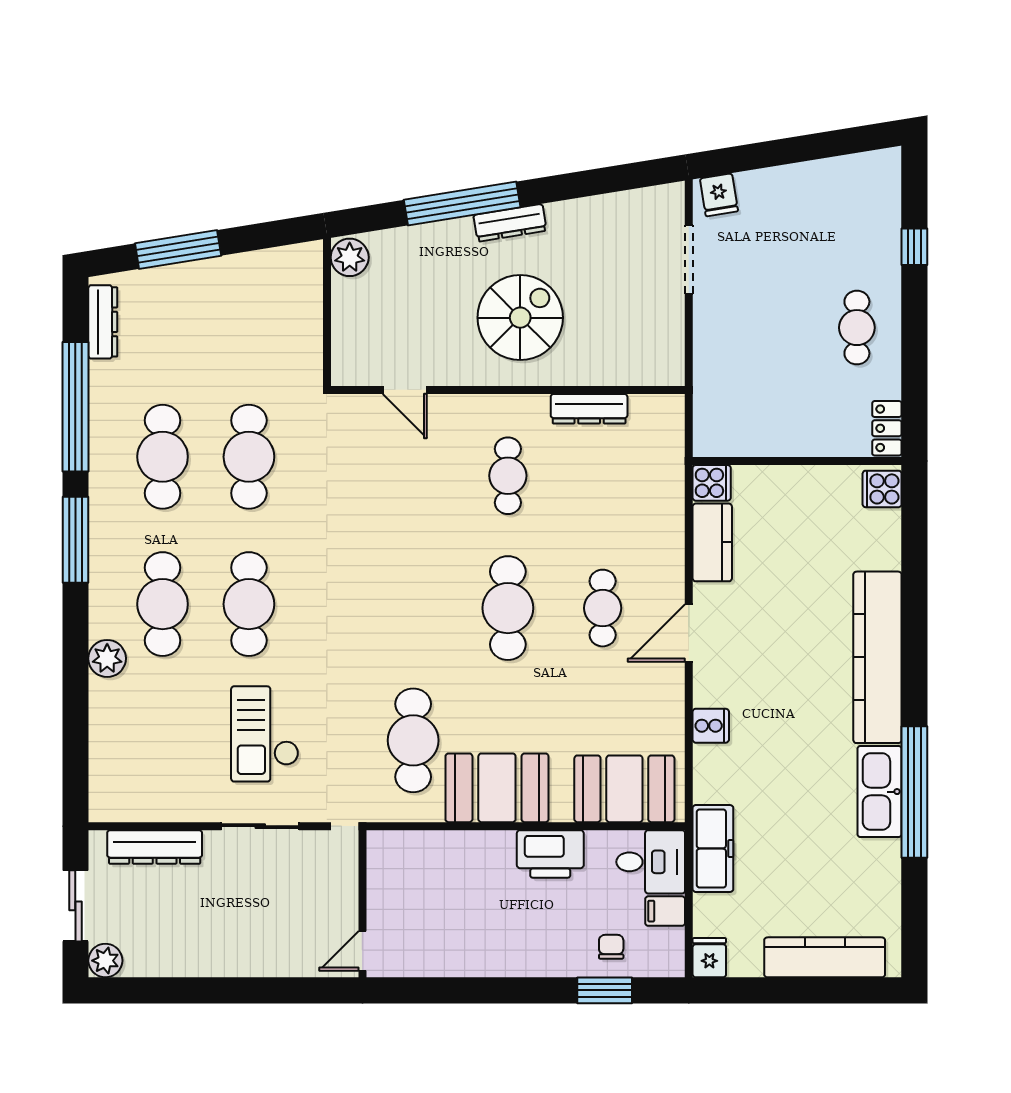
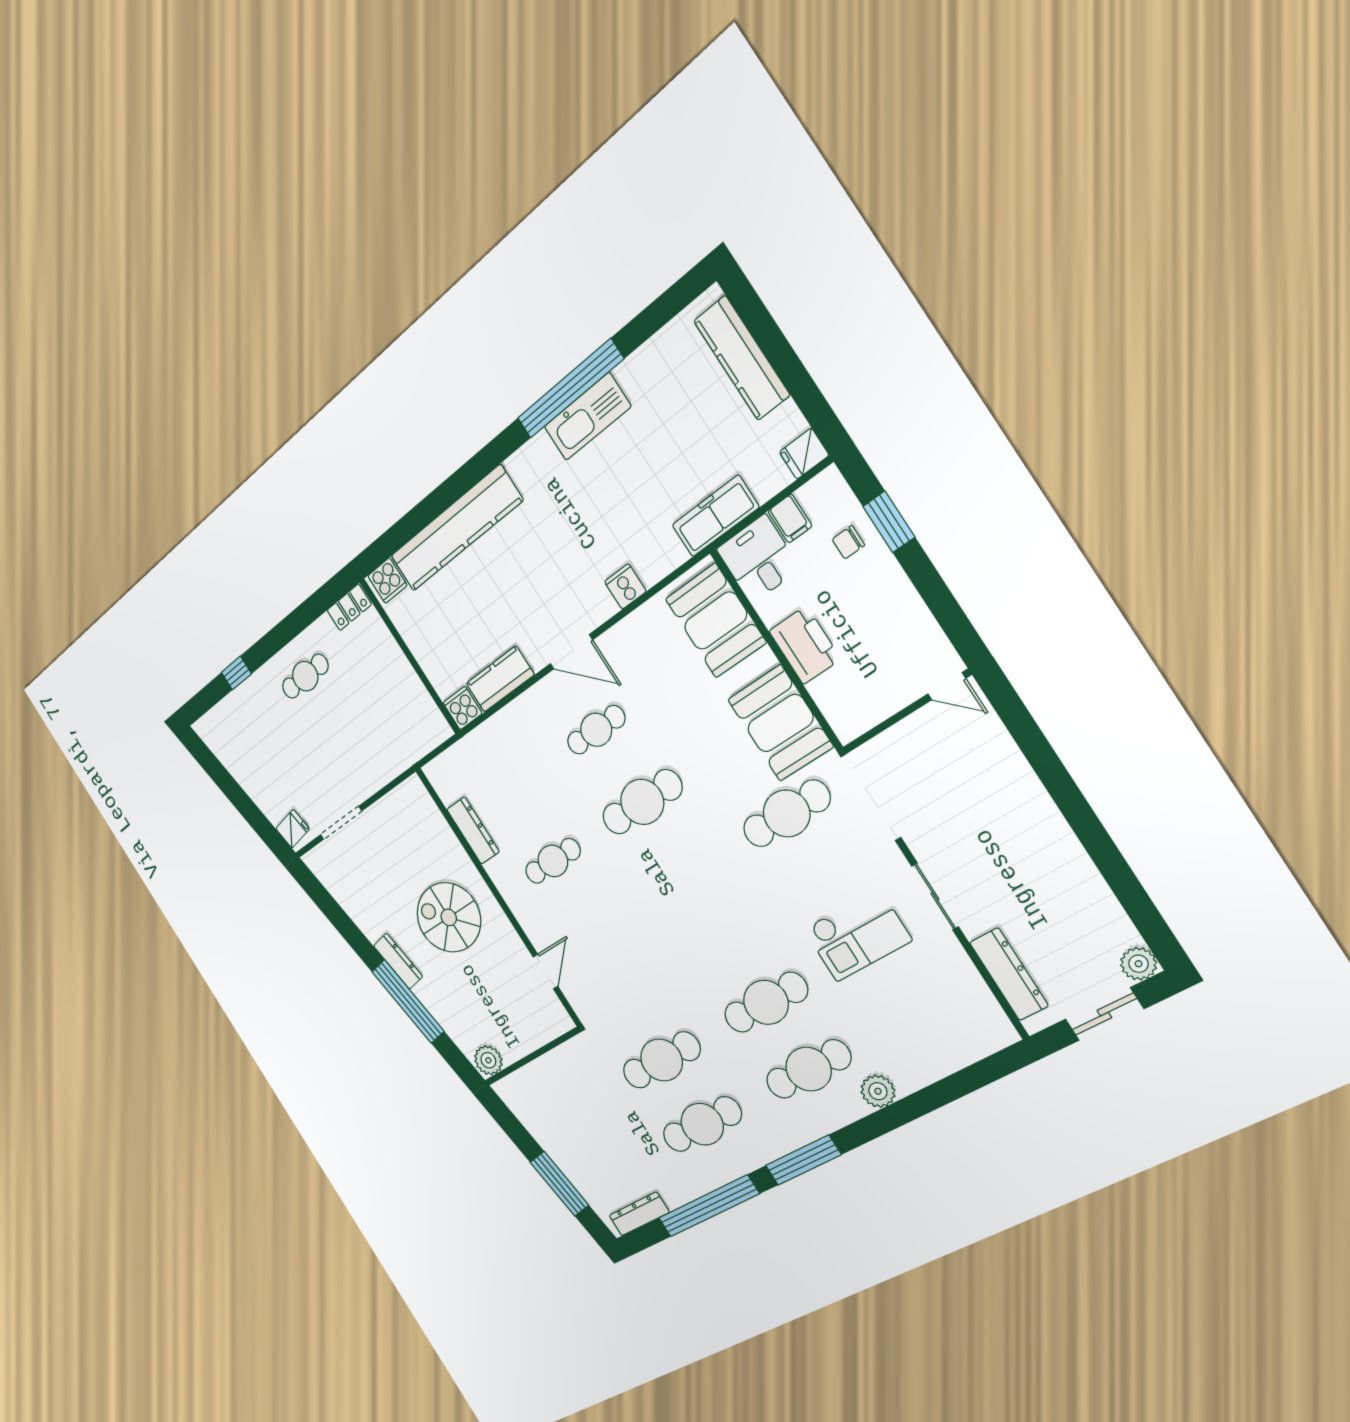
kitchen counter: (877, 657) -> (456, 529), moved
wall: (362, 904) -> (906, 712), moved
door: (362, 951) -> (947, 686), moved

